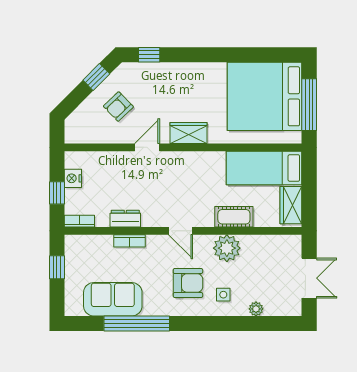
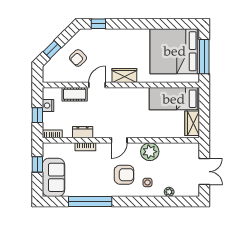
window: (96, 77) -> (52, 50), moved
cot: (234, 217) -> (75, 94), moved
door: (181, 231) -> (119, 140), hinge flipped
sofa: (113, 299) -> (53, 177), moved, turned 90

